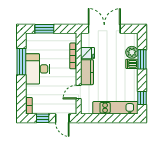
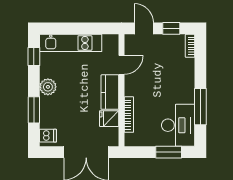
plant: (132, 52) -> (48, 87), moved
dishwasher: (132, 64) -> (48, 136), moved
desk: (38, 69) -> (178, 125), moved

